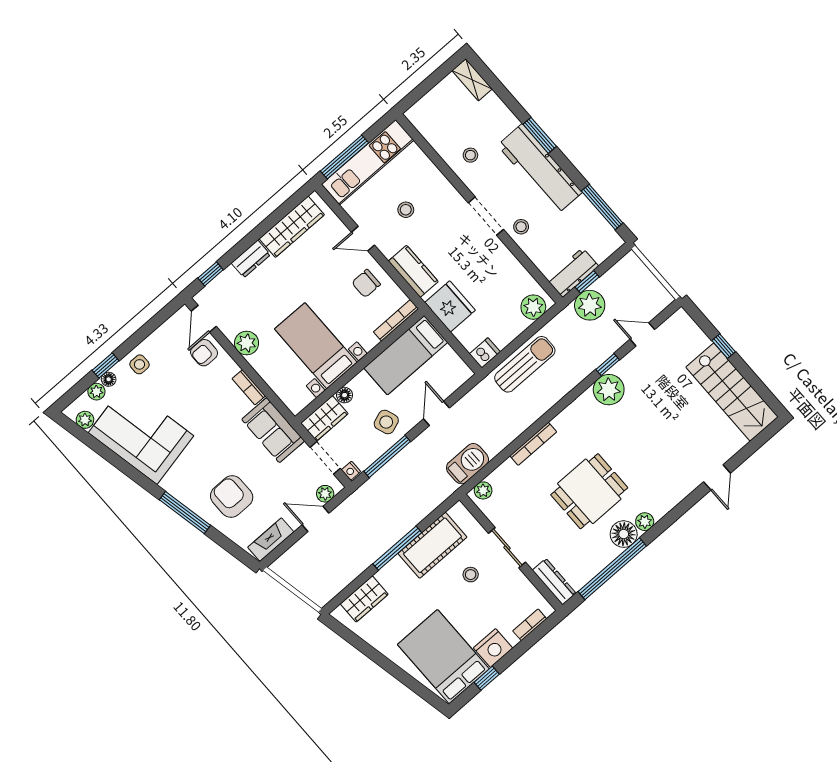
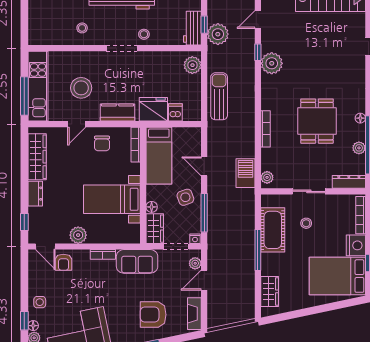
stool: (406, 210) -> (81, 88), width x1.89, depth x1.89
dishwasher: (485, 353) -> (175, 112), moved
plant: (645, 522) -> (359, 148), moved
floor lamp: (624, 534) -> (360, 118), width x0.53, depth x0.53
bookcase: (530, 625) -> (361, 215), width x1.56

